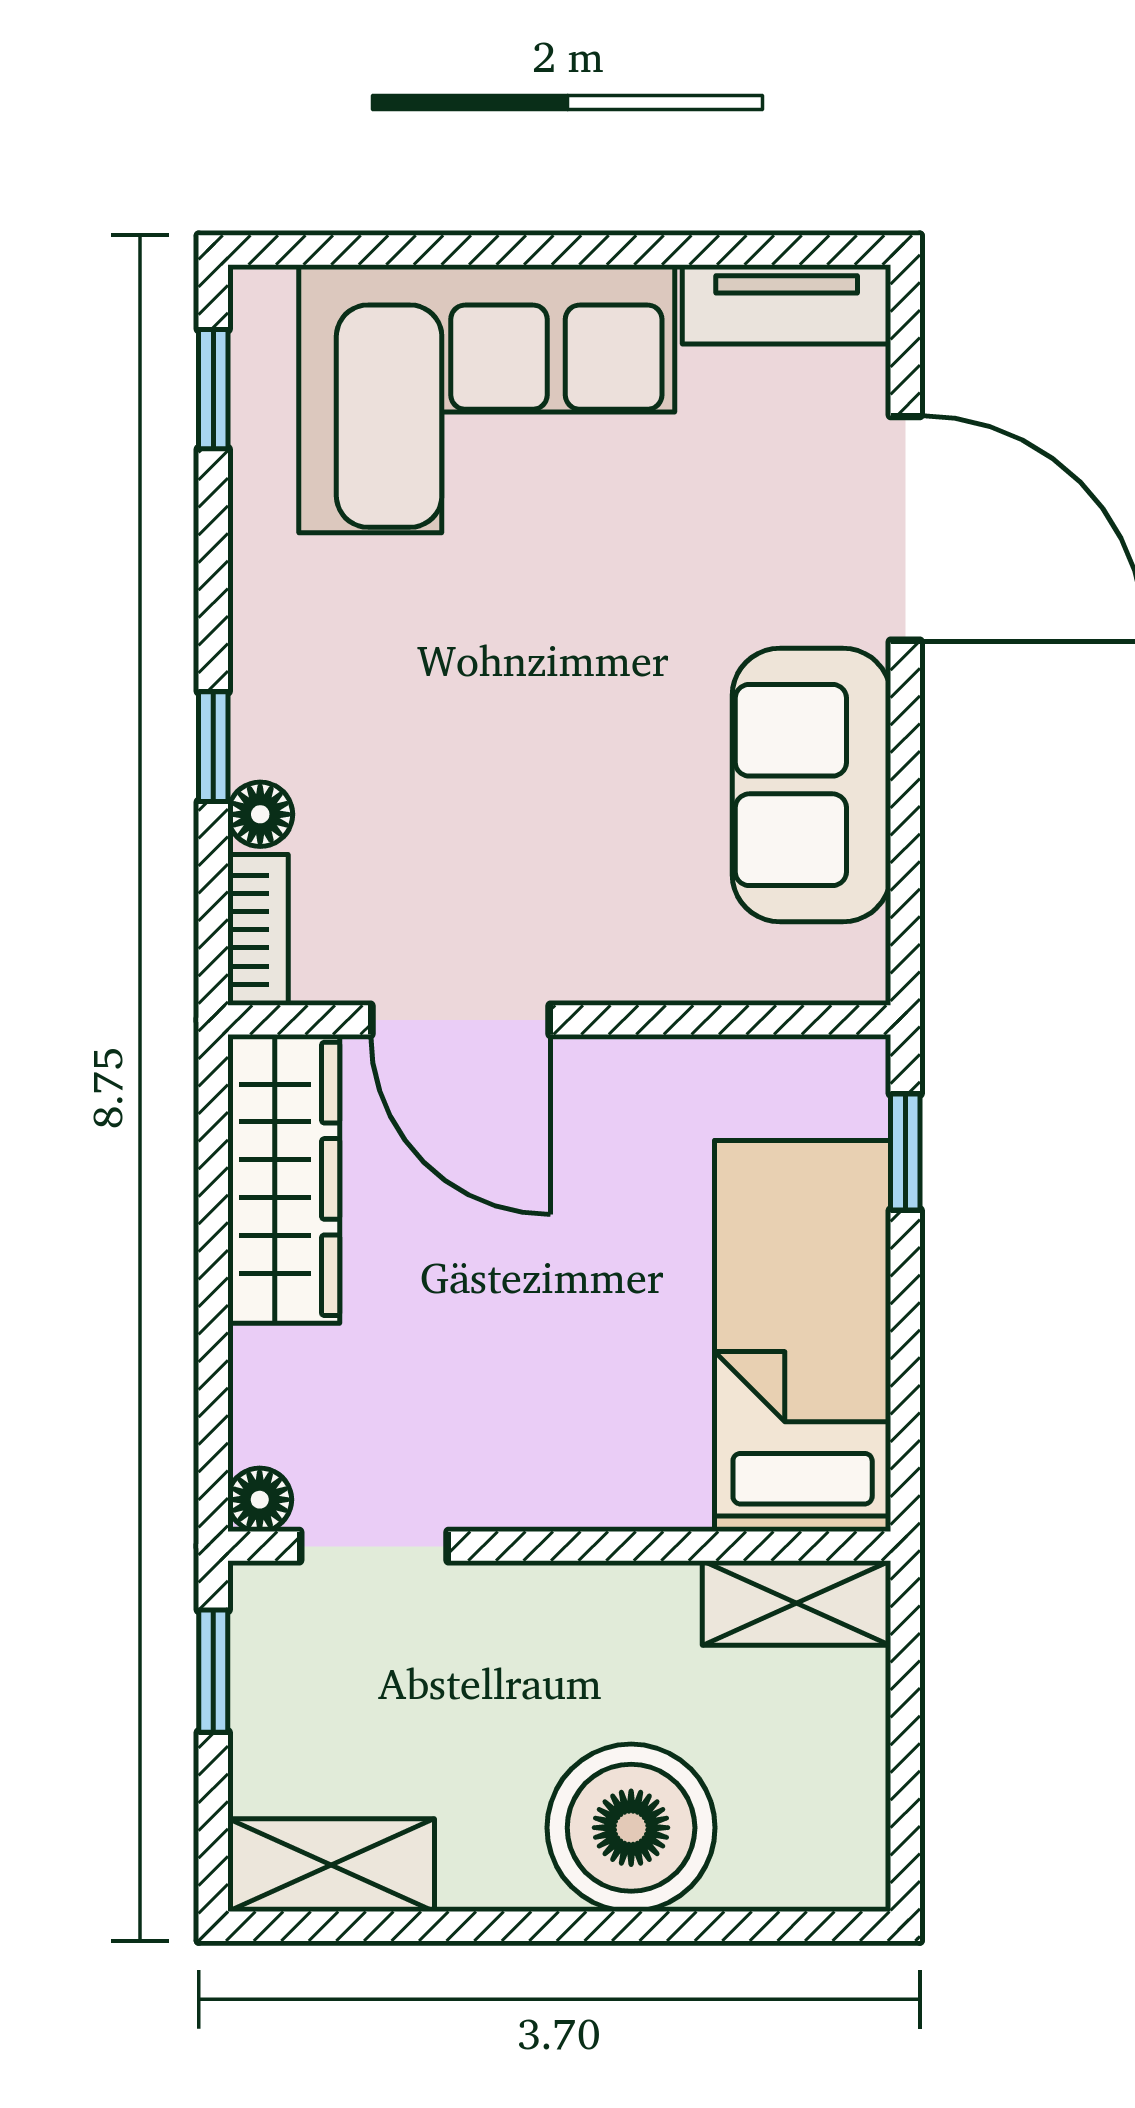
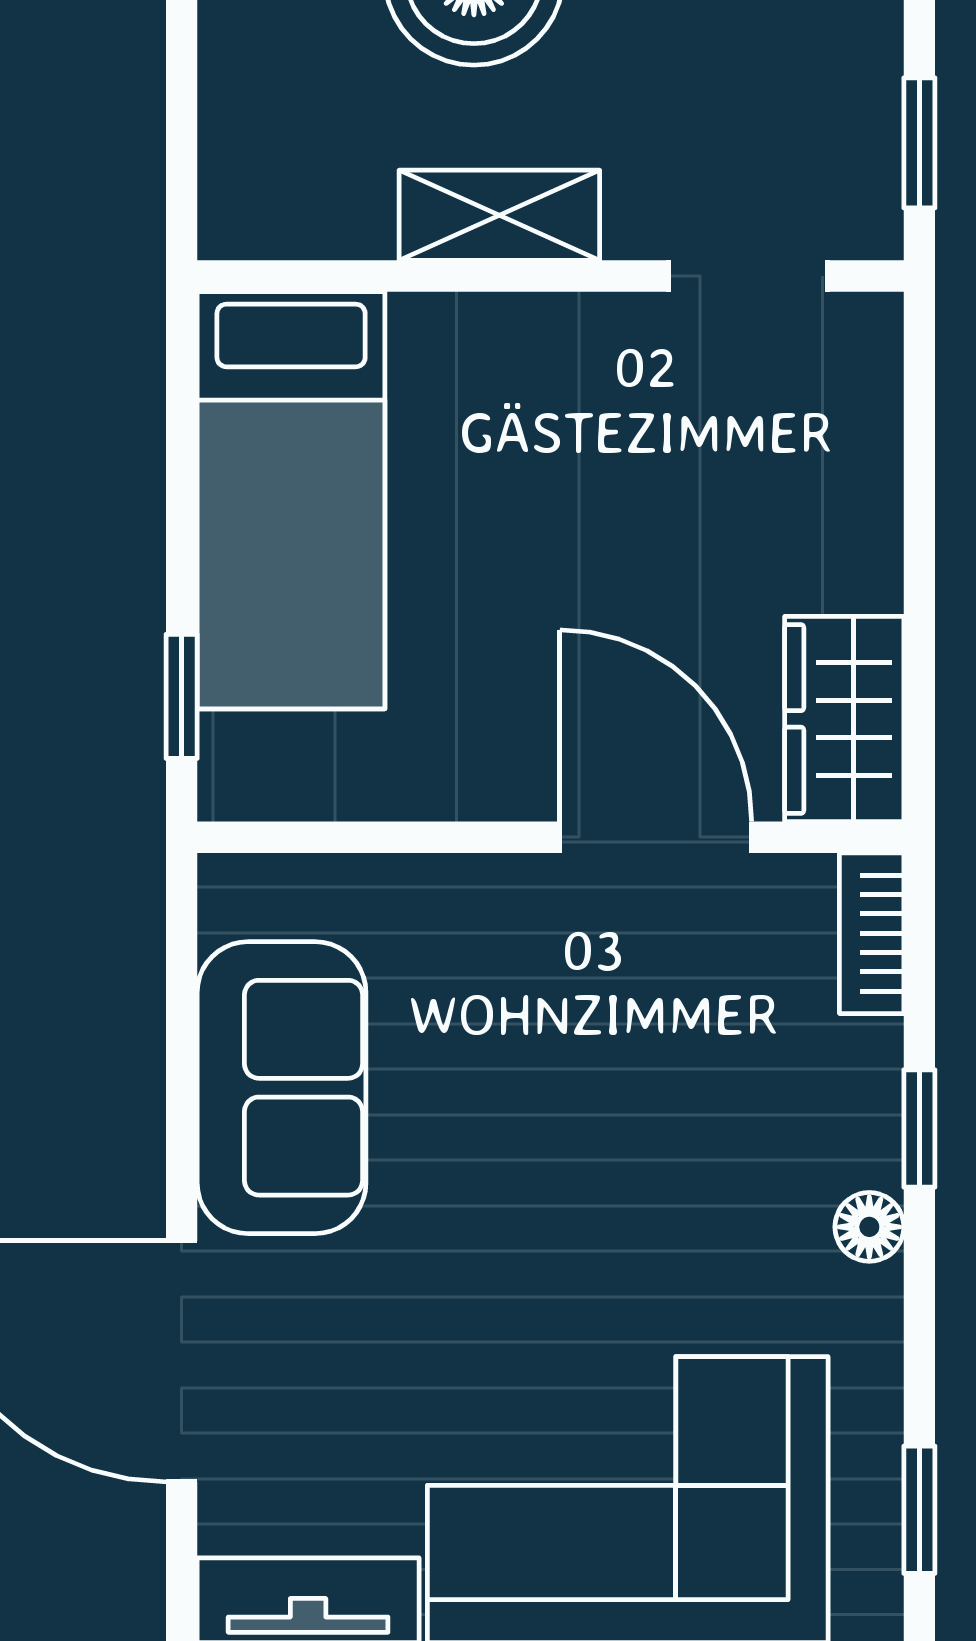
floor lamp: (260, 814) -> (869, 1227), moved
wardrobe: (284, 1179) -> (844, 719), width x0.67
floor lamp: (260, 1500) -> (870, 326), removed
shelving: (797, 1603) -> (499, 215), moved

